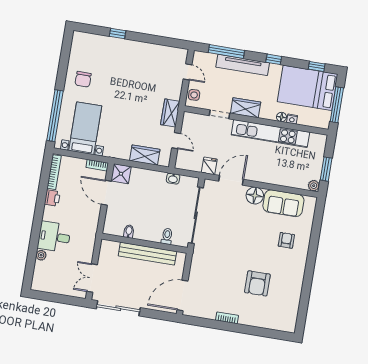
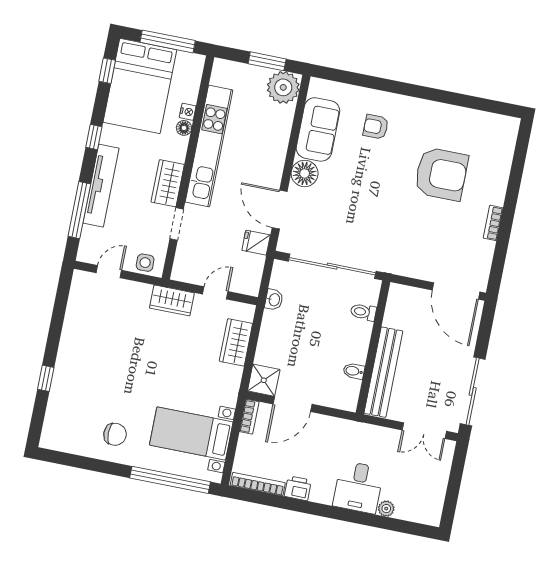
plant: (314, 186) -> (283, 87), width x1.88, depth x1.88
bench: (147, 254) -> (383, 372), moved
armchair: (257, 283) -> (441, 174), width x1.36, depth x1.36

